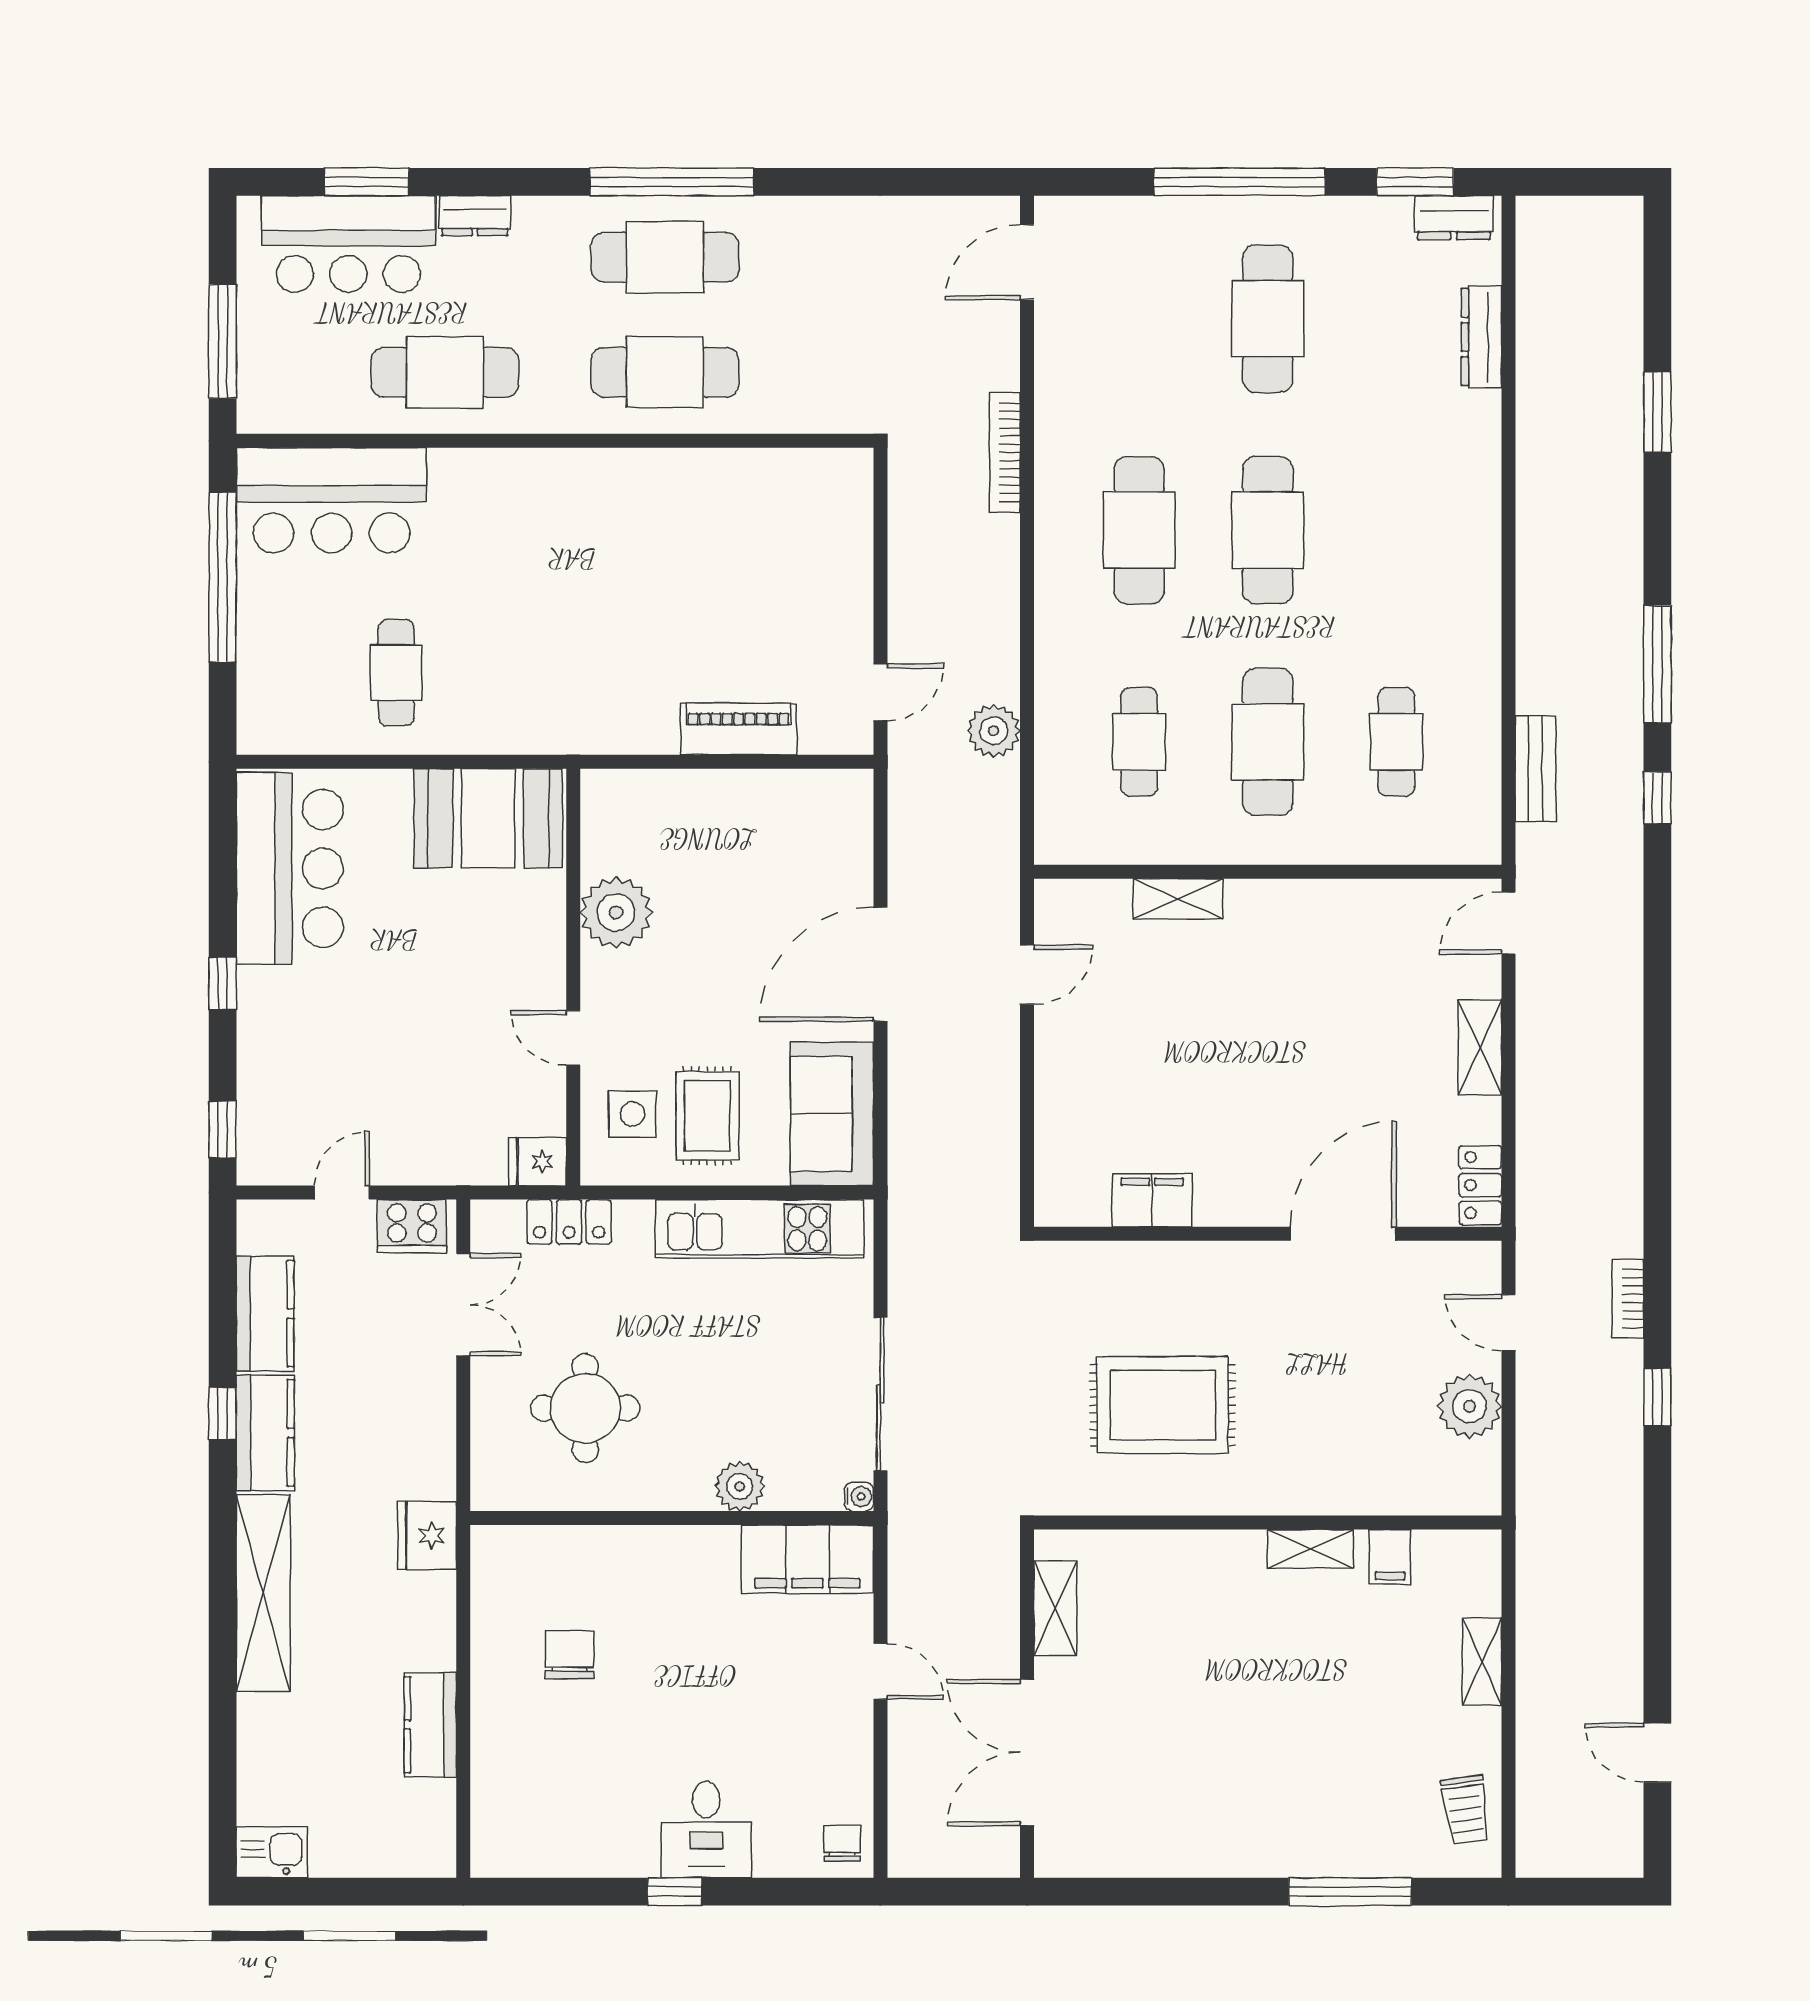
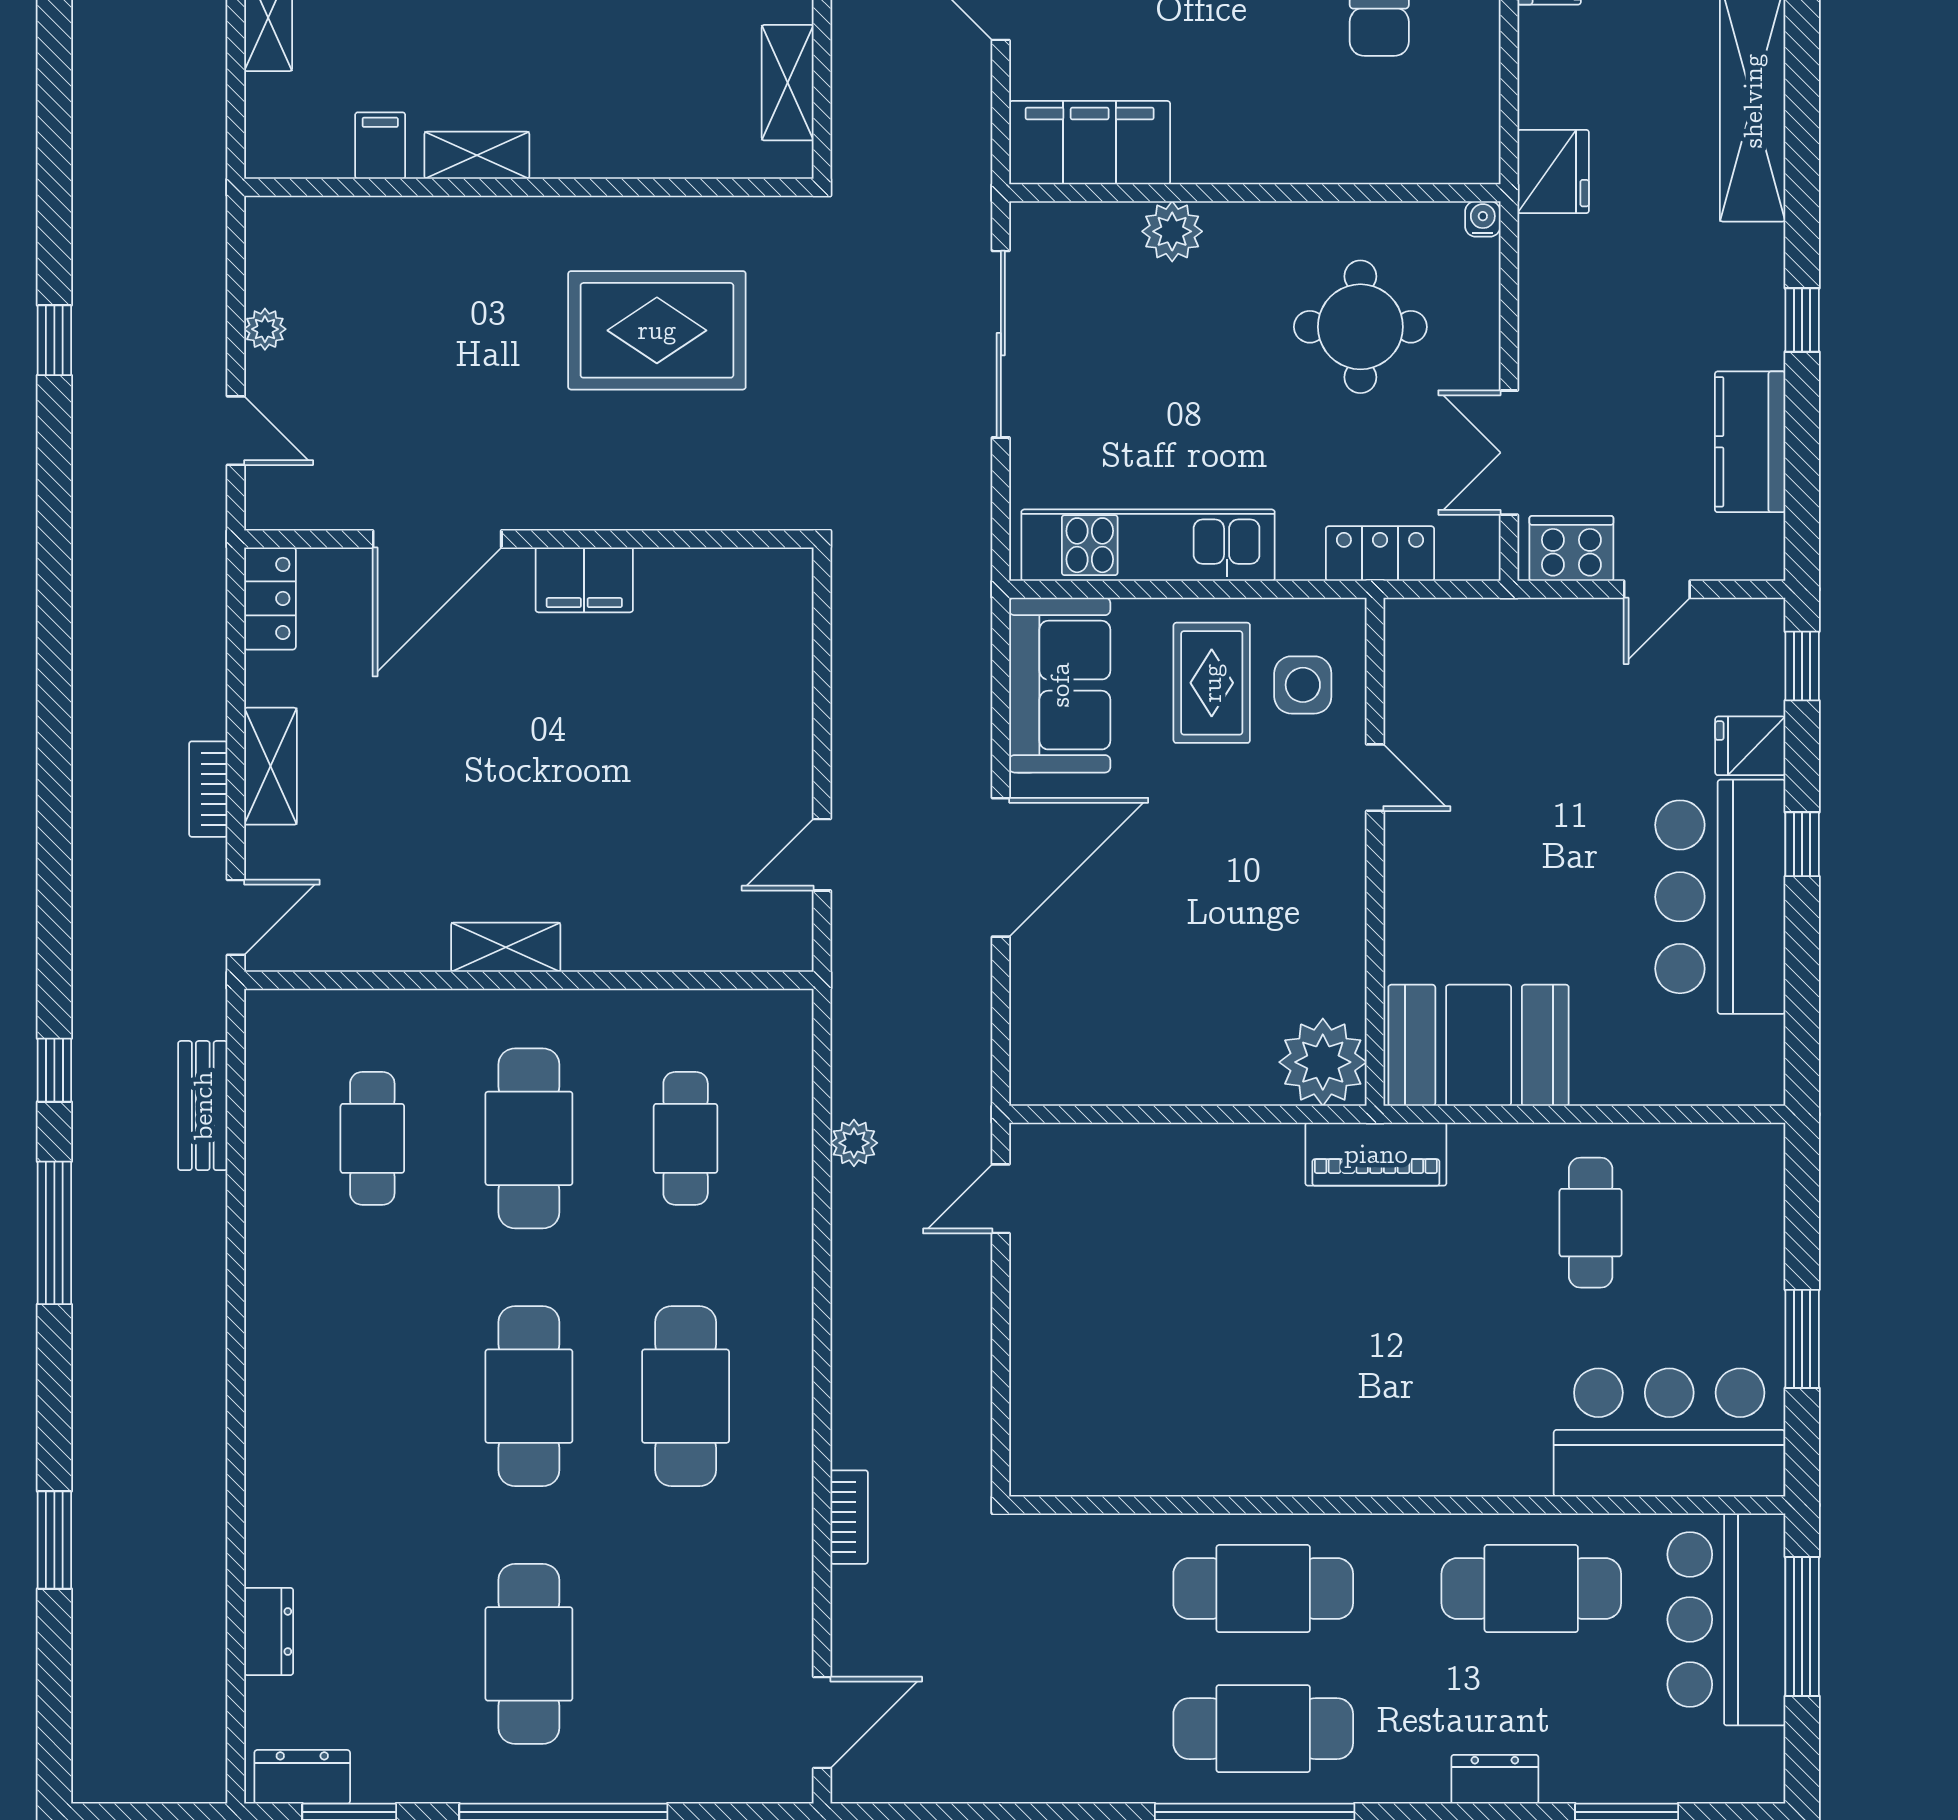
bar counter: (348, 244) -> (1726, 1619), moved, turned -90
dresser: (1481, 337) -> (269, 1631), width x0.70
bookcase: (1005, 453) -> (849, 1517), width x0.64
window: (223, 577) -> (1802, 1339), width x0.47
piano: (739, 729) -> (1376, 1154), moved
plant: (994, 731) -> (854, 1143), width x0.73, depth x0.73
bar counter: (290, 868) -> (1720, 897), moved
shelving: (1178, 899) -> (506, 947), moved
plant: (616, 912) -> (1323, 1062), moved
fridge: (538, 1162) -> (1750, 746), moved, turned 180
filing cabinet: (1152, 1200) -> (584, 580), moved
bookcase: (1628, 1299) -> (208, 789), moved, turned 180
plant: (1469, 1406) -> (265, 329), width x0.53, depth x0.53
kitchen counter: (265, 1433) -> (1750, 296), removed
water cooler: (859, 1497) -> (1483, 219), moved, turned 90

